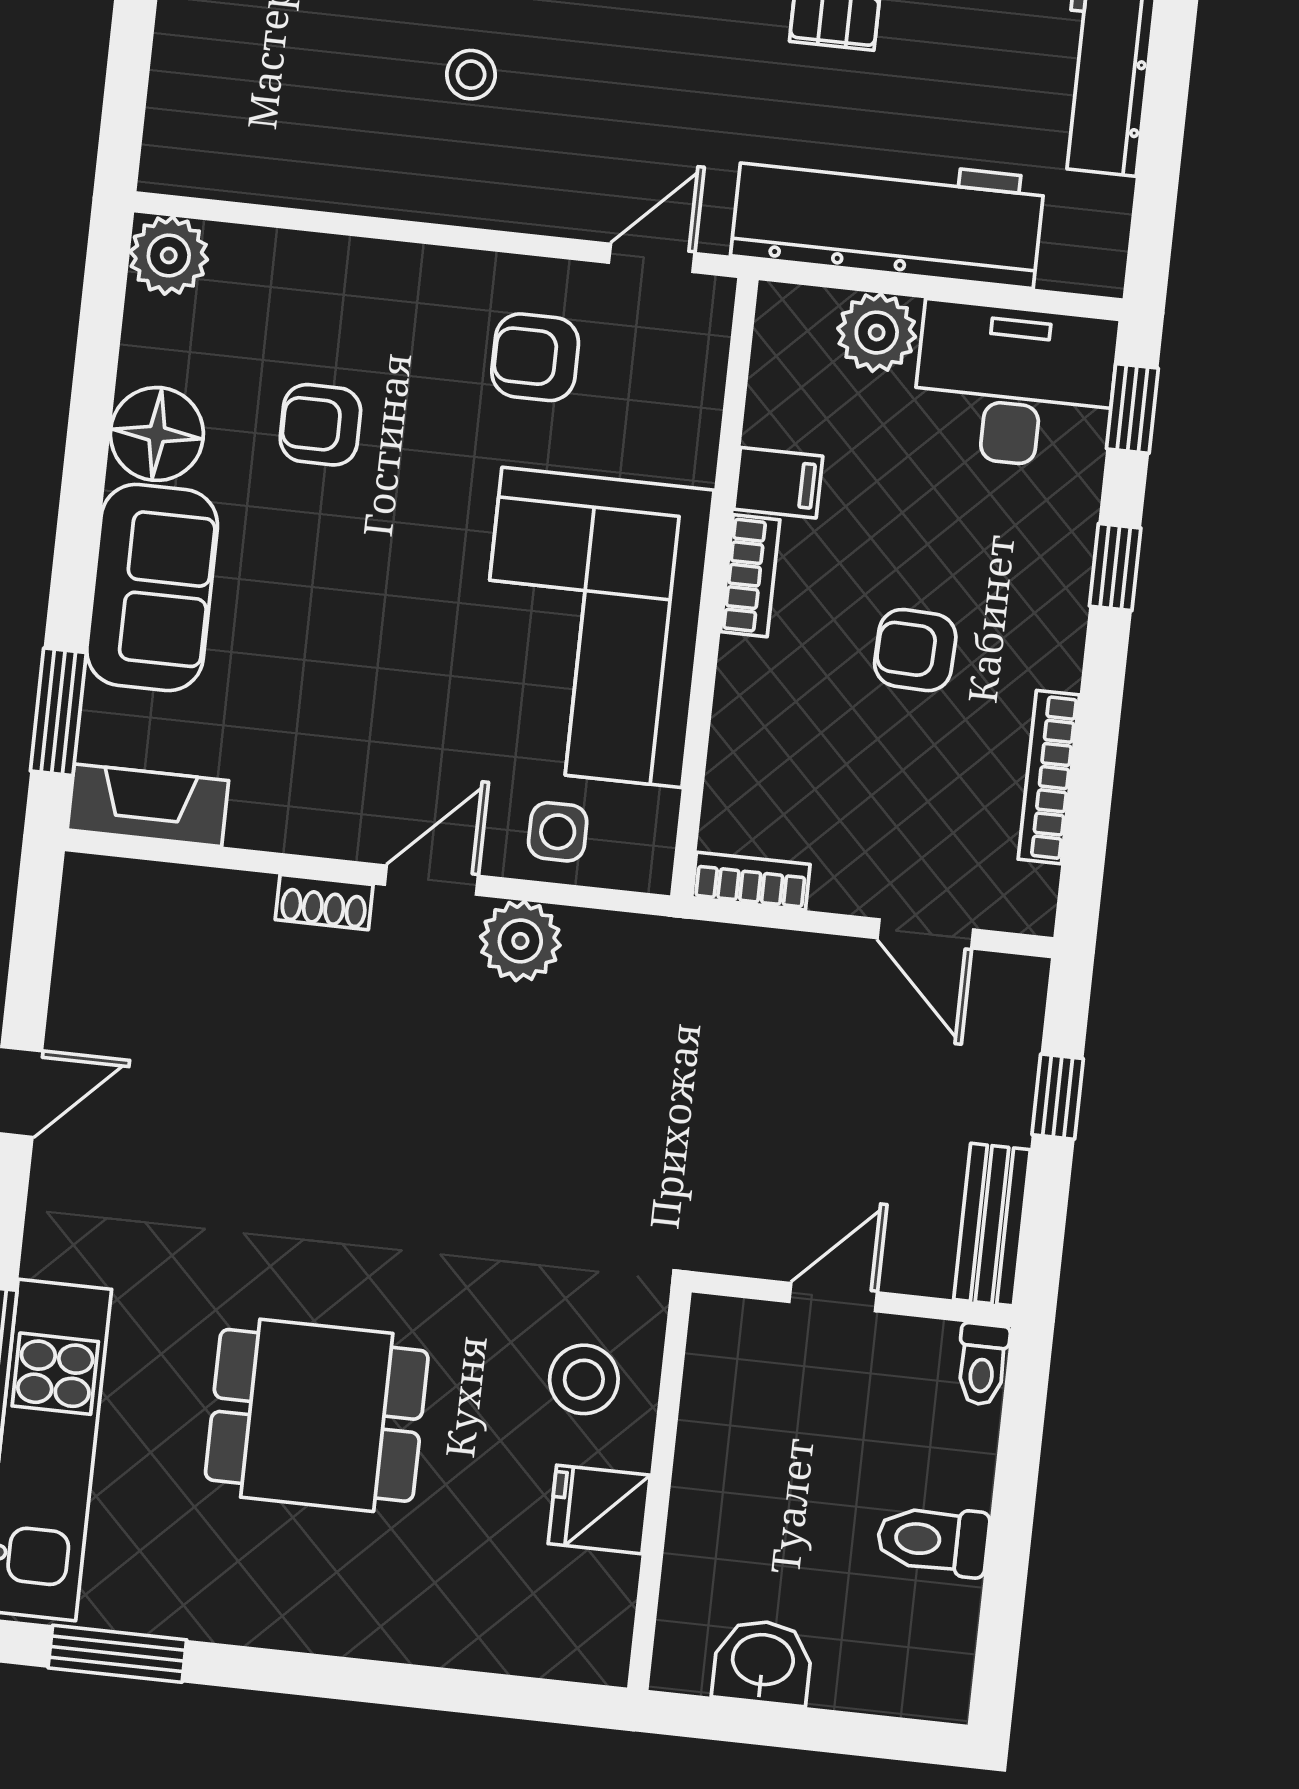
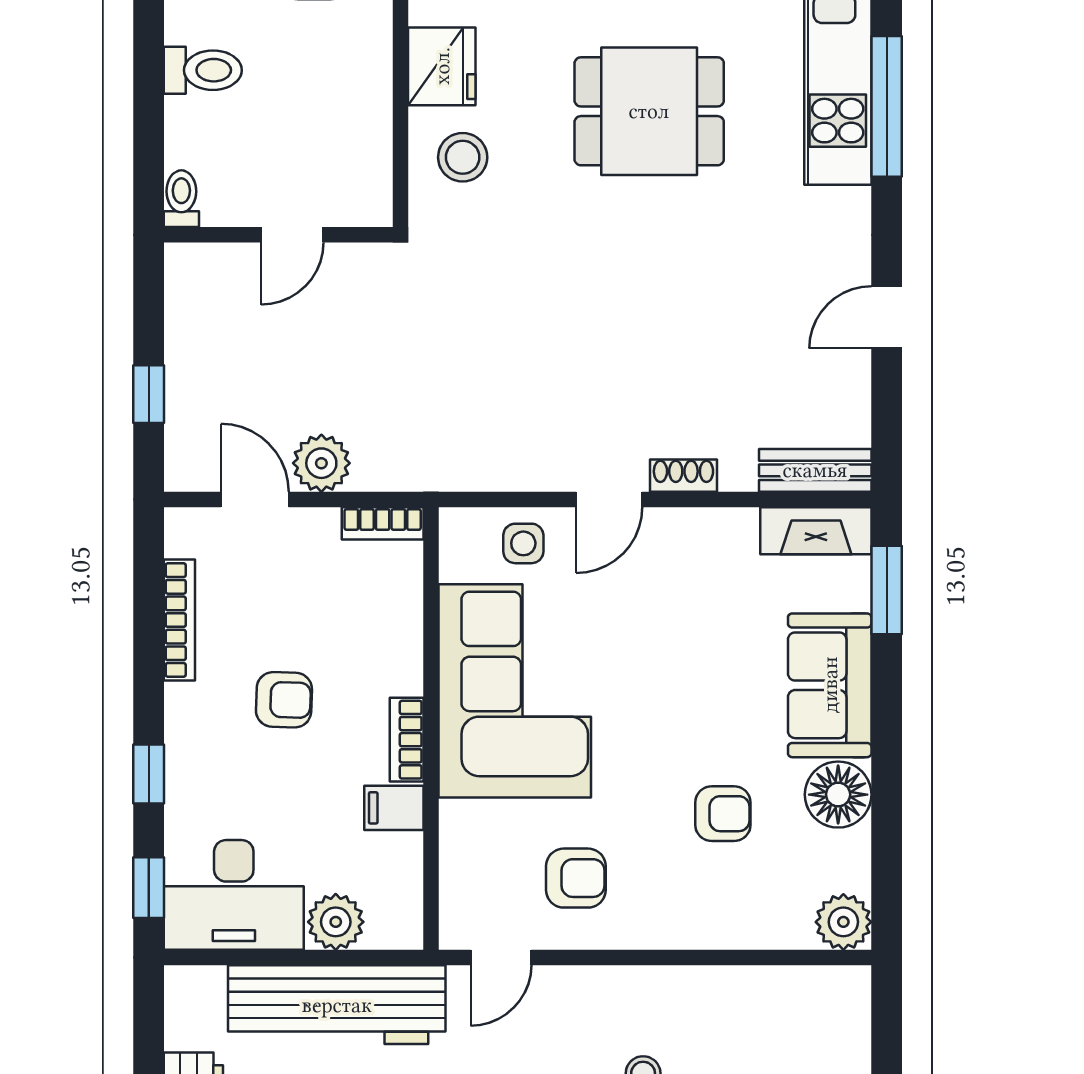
plant: (520, 941) -> (321, 463), moved
bench: (992, 1225) -> (815, 470), moved, turned 90
fridge: (599, 1509) -> (442, 66), width x1.38

